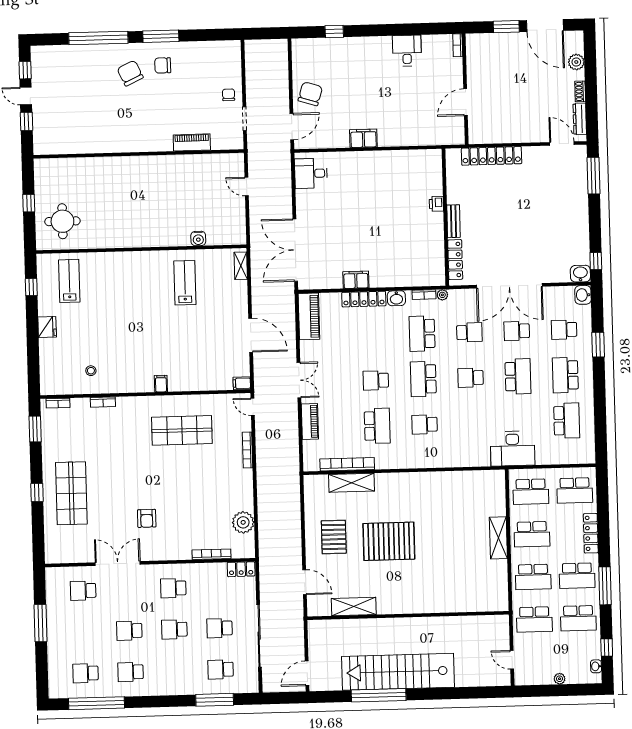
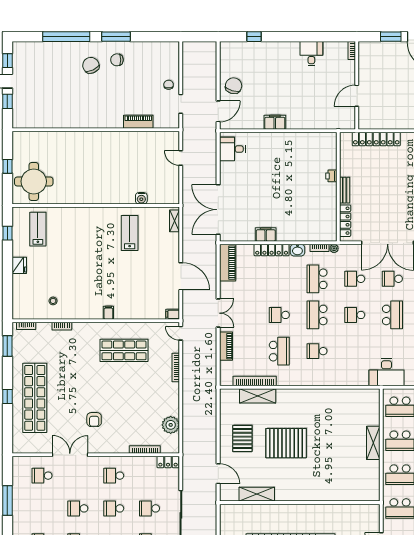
round table: (62, 221) -> (34, 181), width x1.36, depth x1.36
school desk: (469, 332) -> (355, 279), turned 180
shop shelf: (71, 493) -> (35, 398), width x1.40

